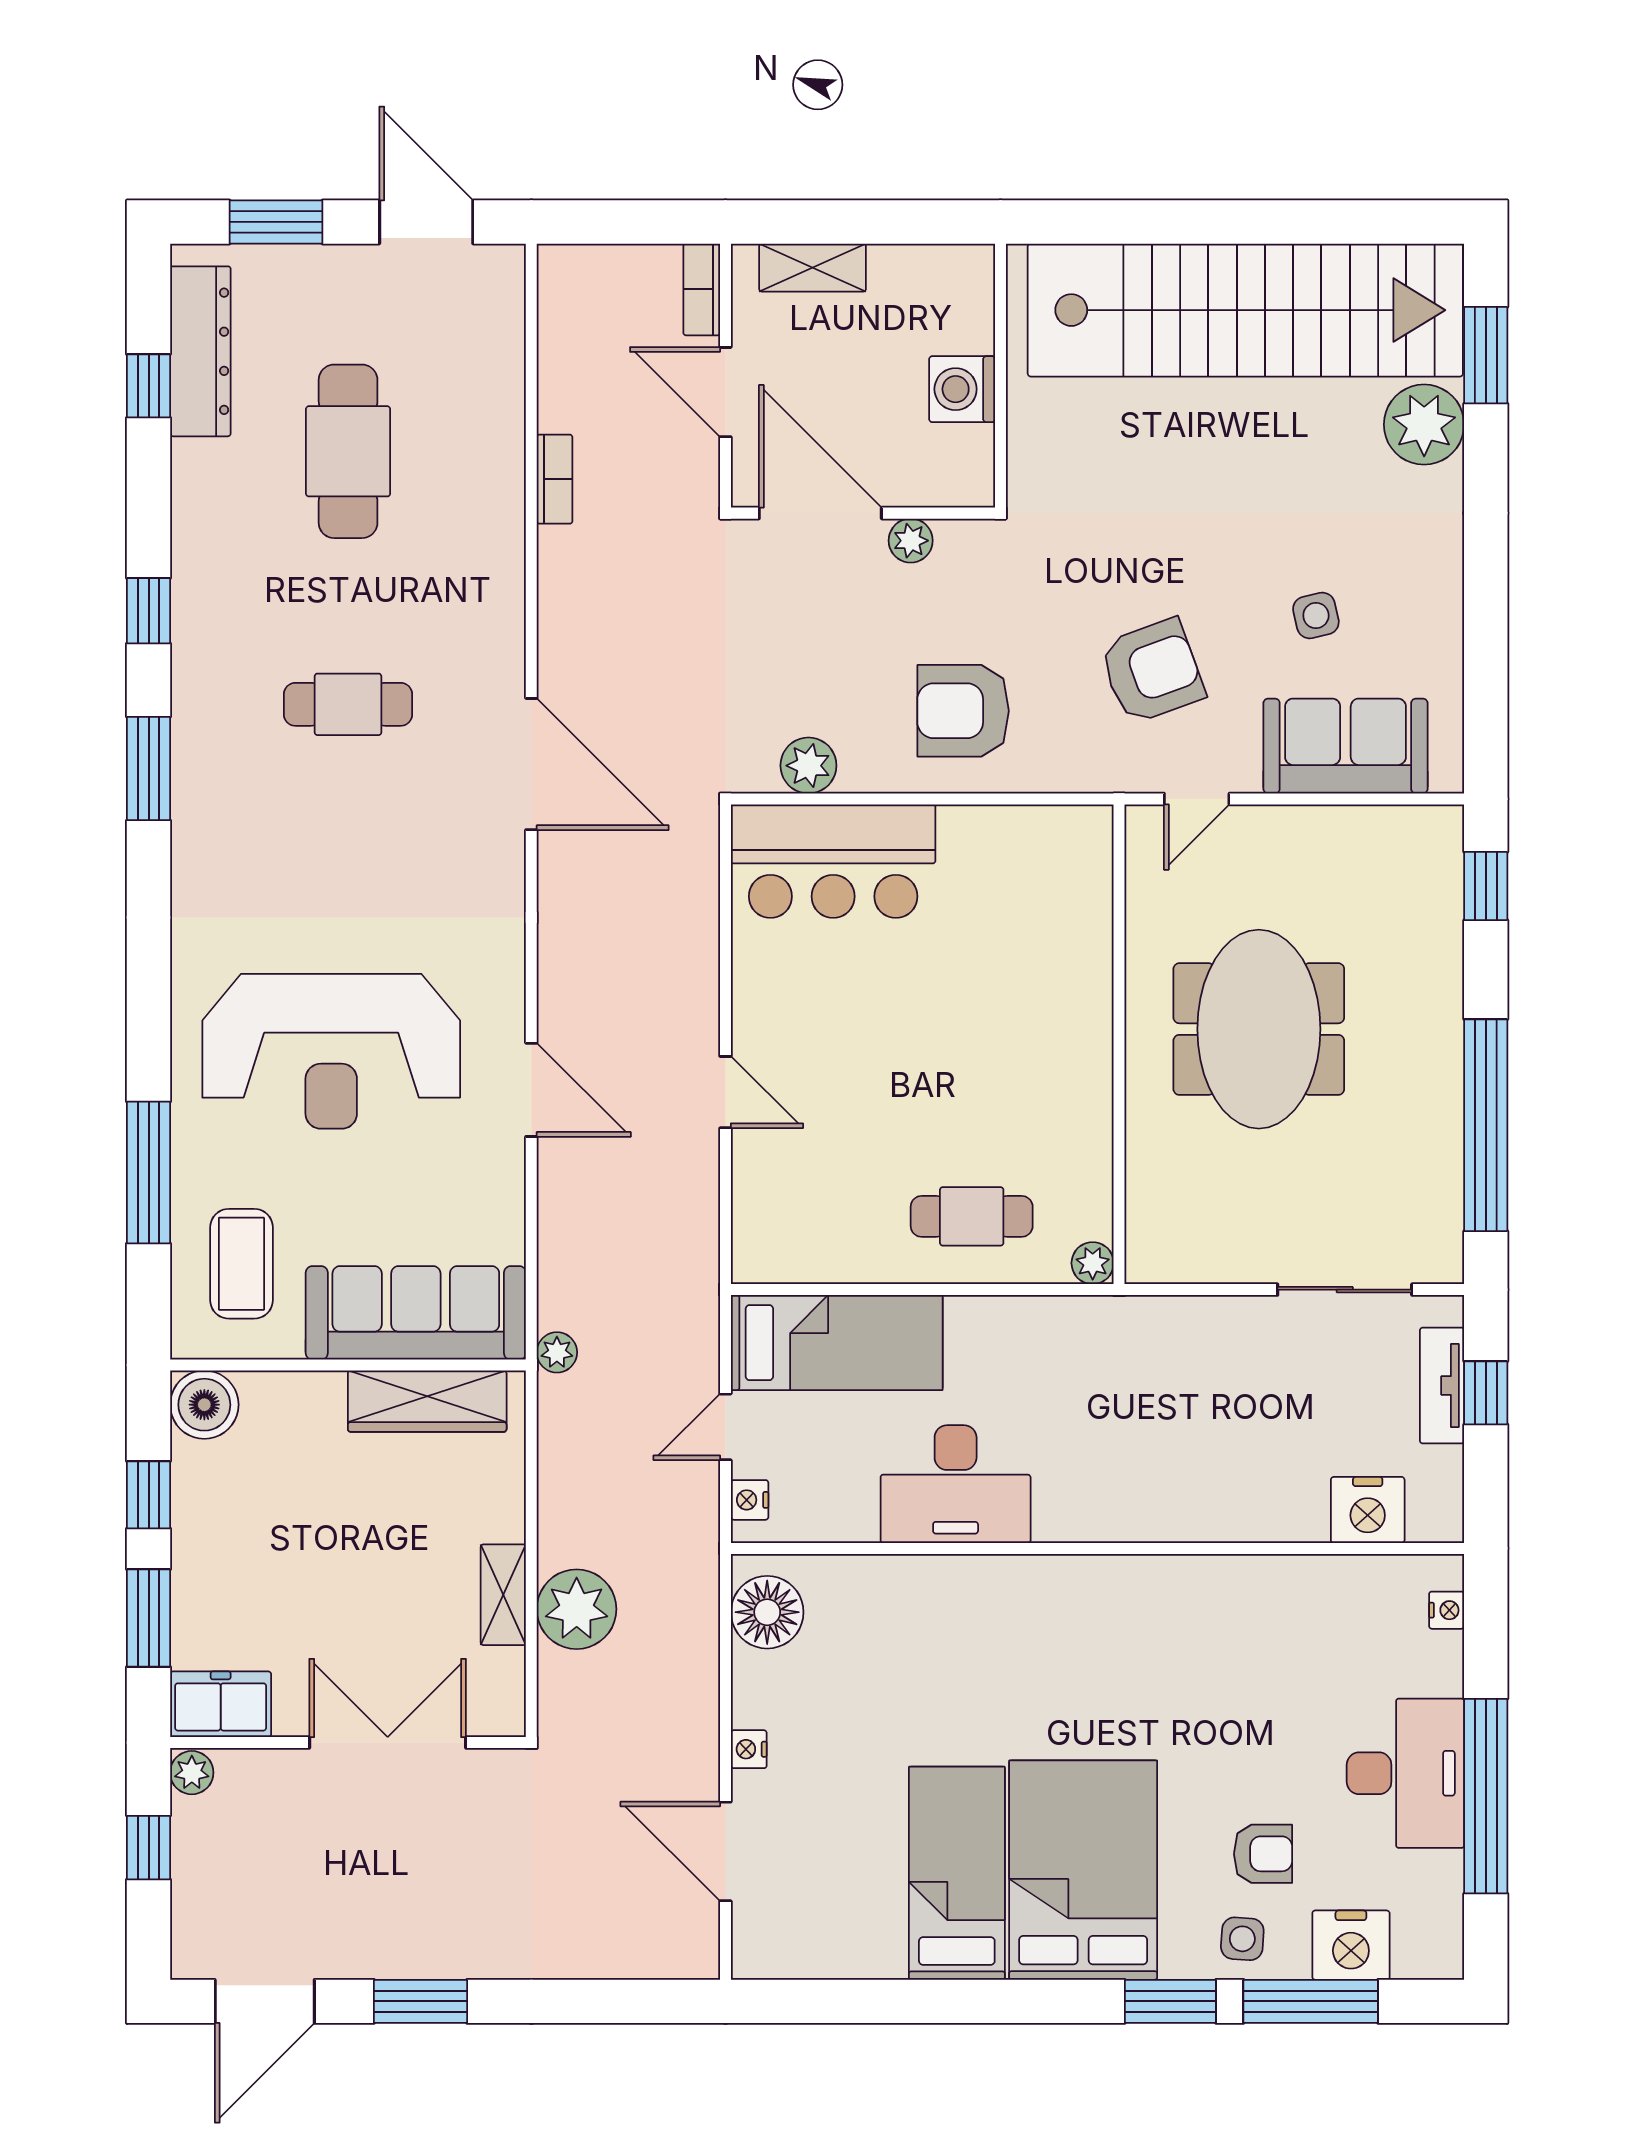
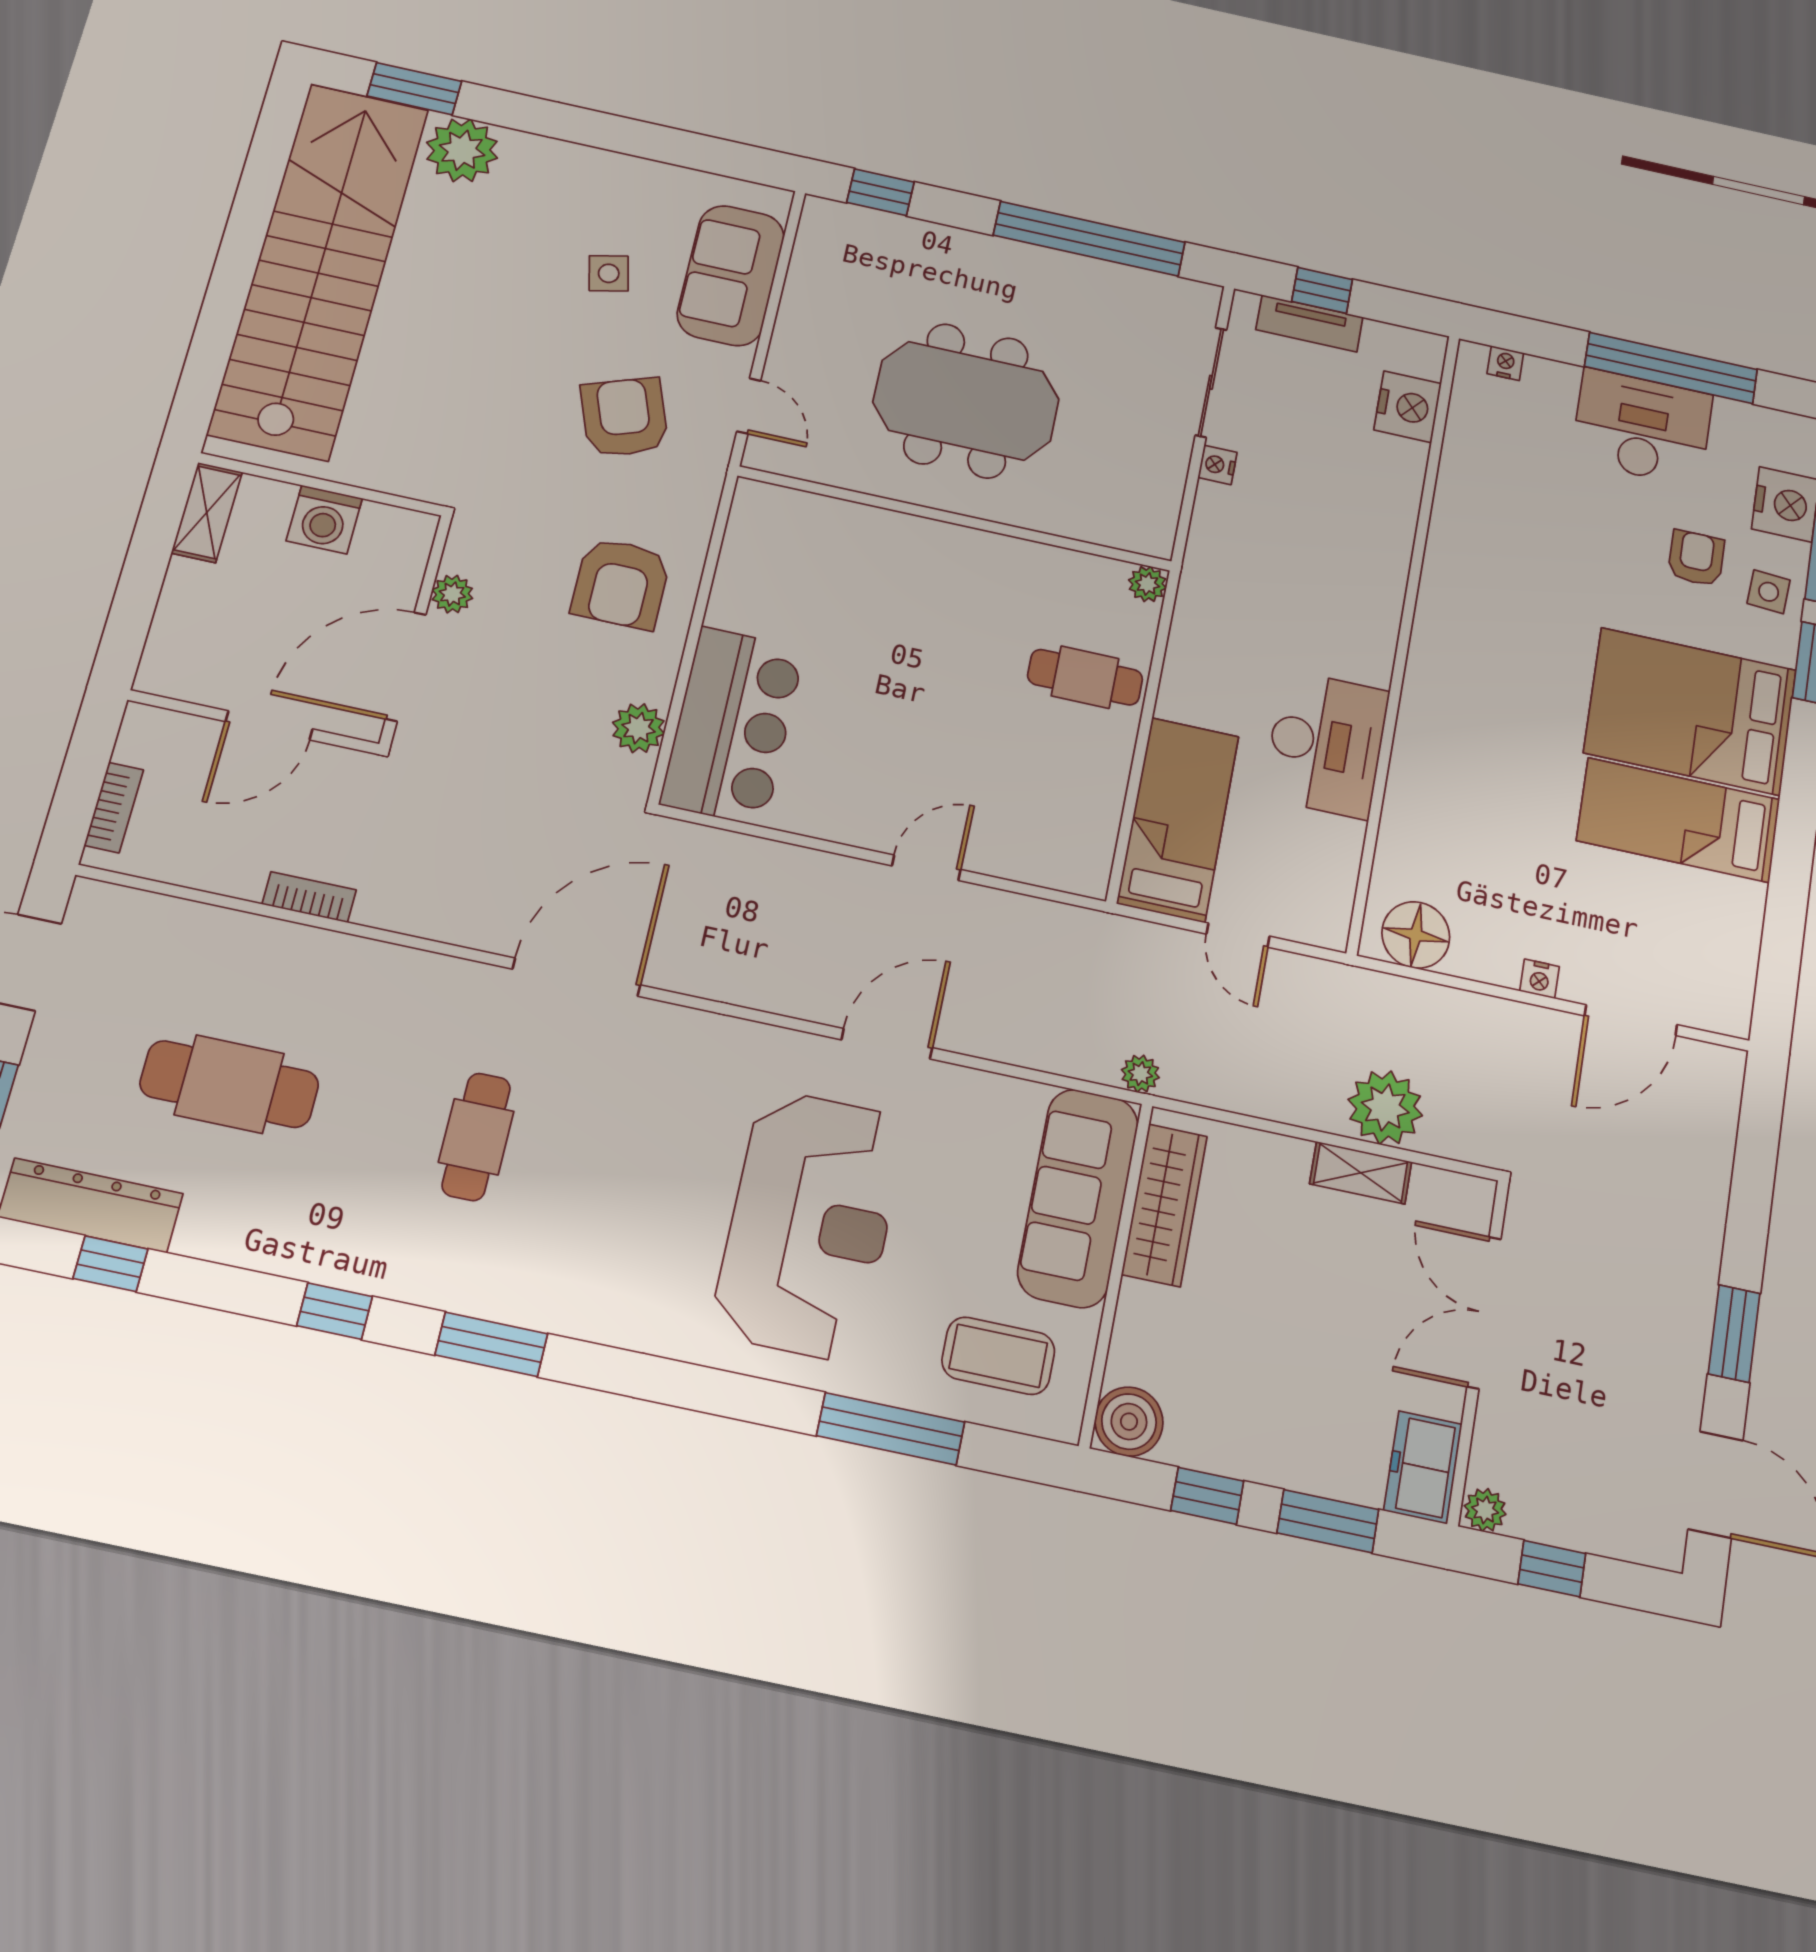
shelving: (813, 268) -> (207, 512), moved
bookcase: (702, 289) -> (114, 808), moved, turned -90
cafe table: (972, 1216) -> (1085, 677), turned 90
nightstand: (750, 1500) -> (1217, 465), moved, turned 90

